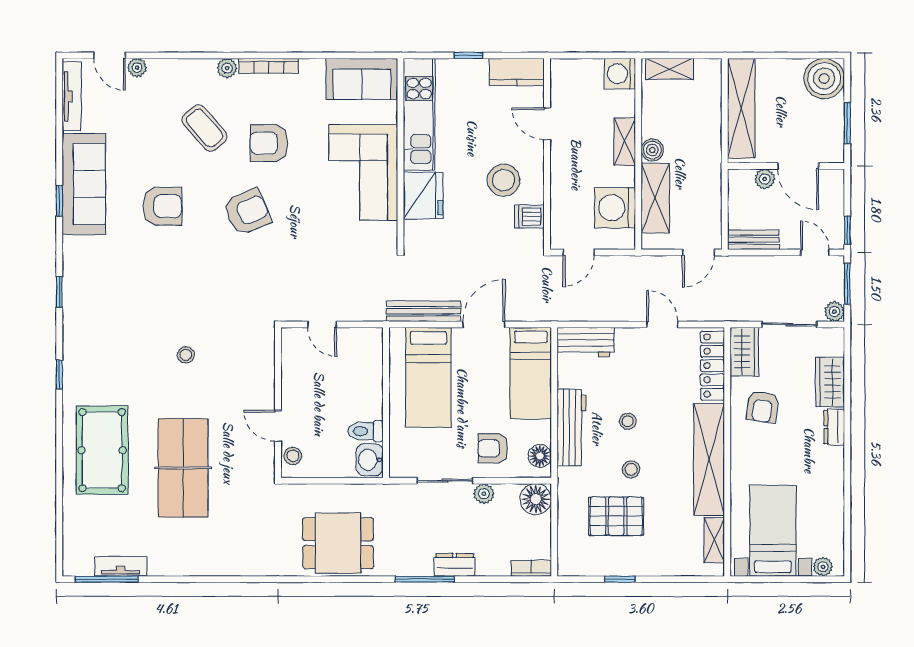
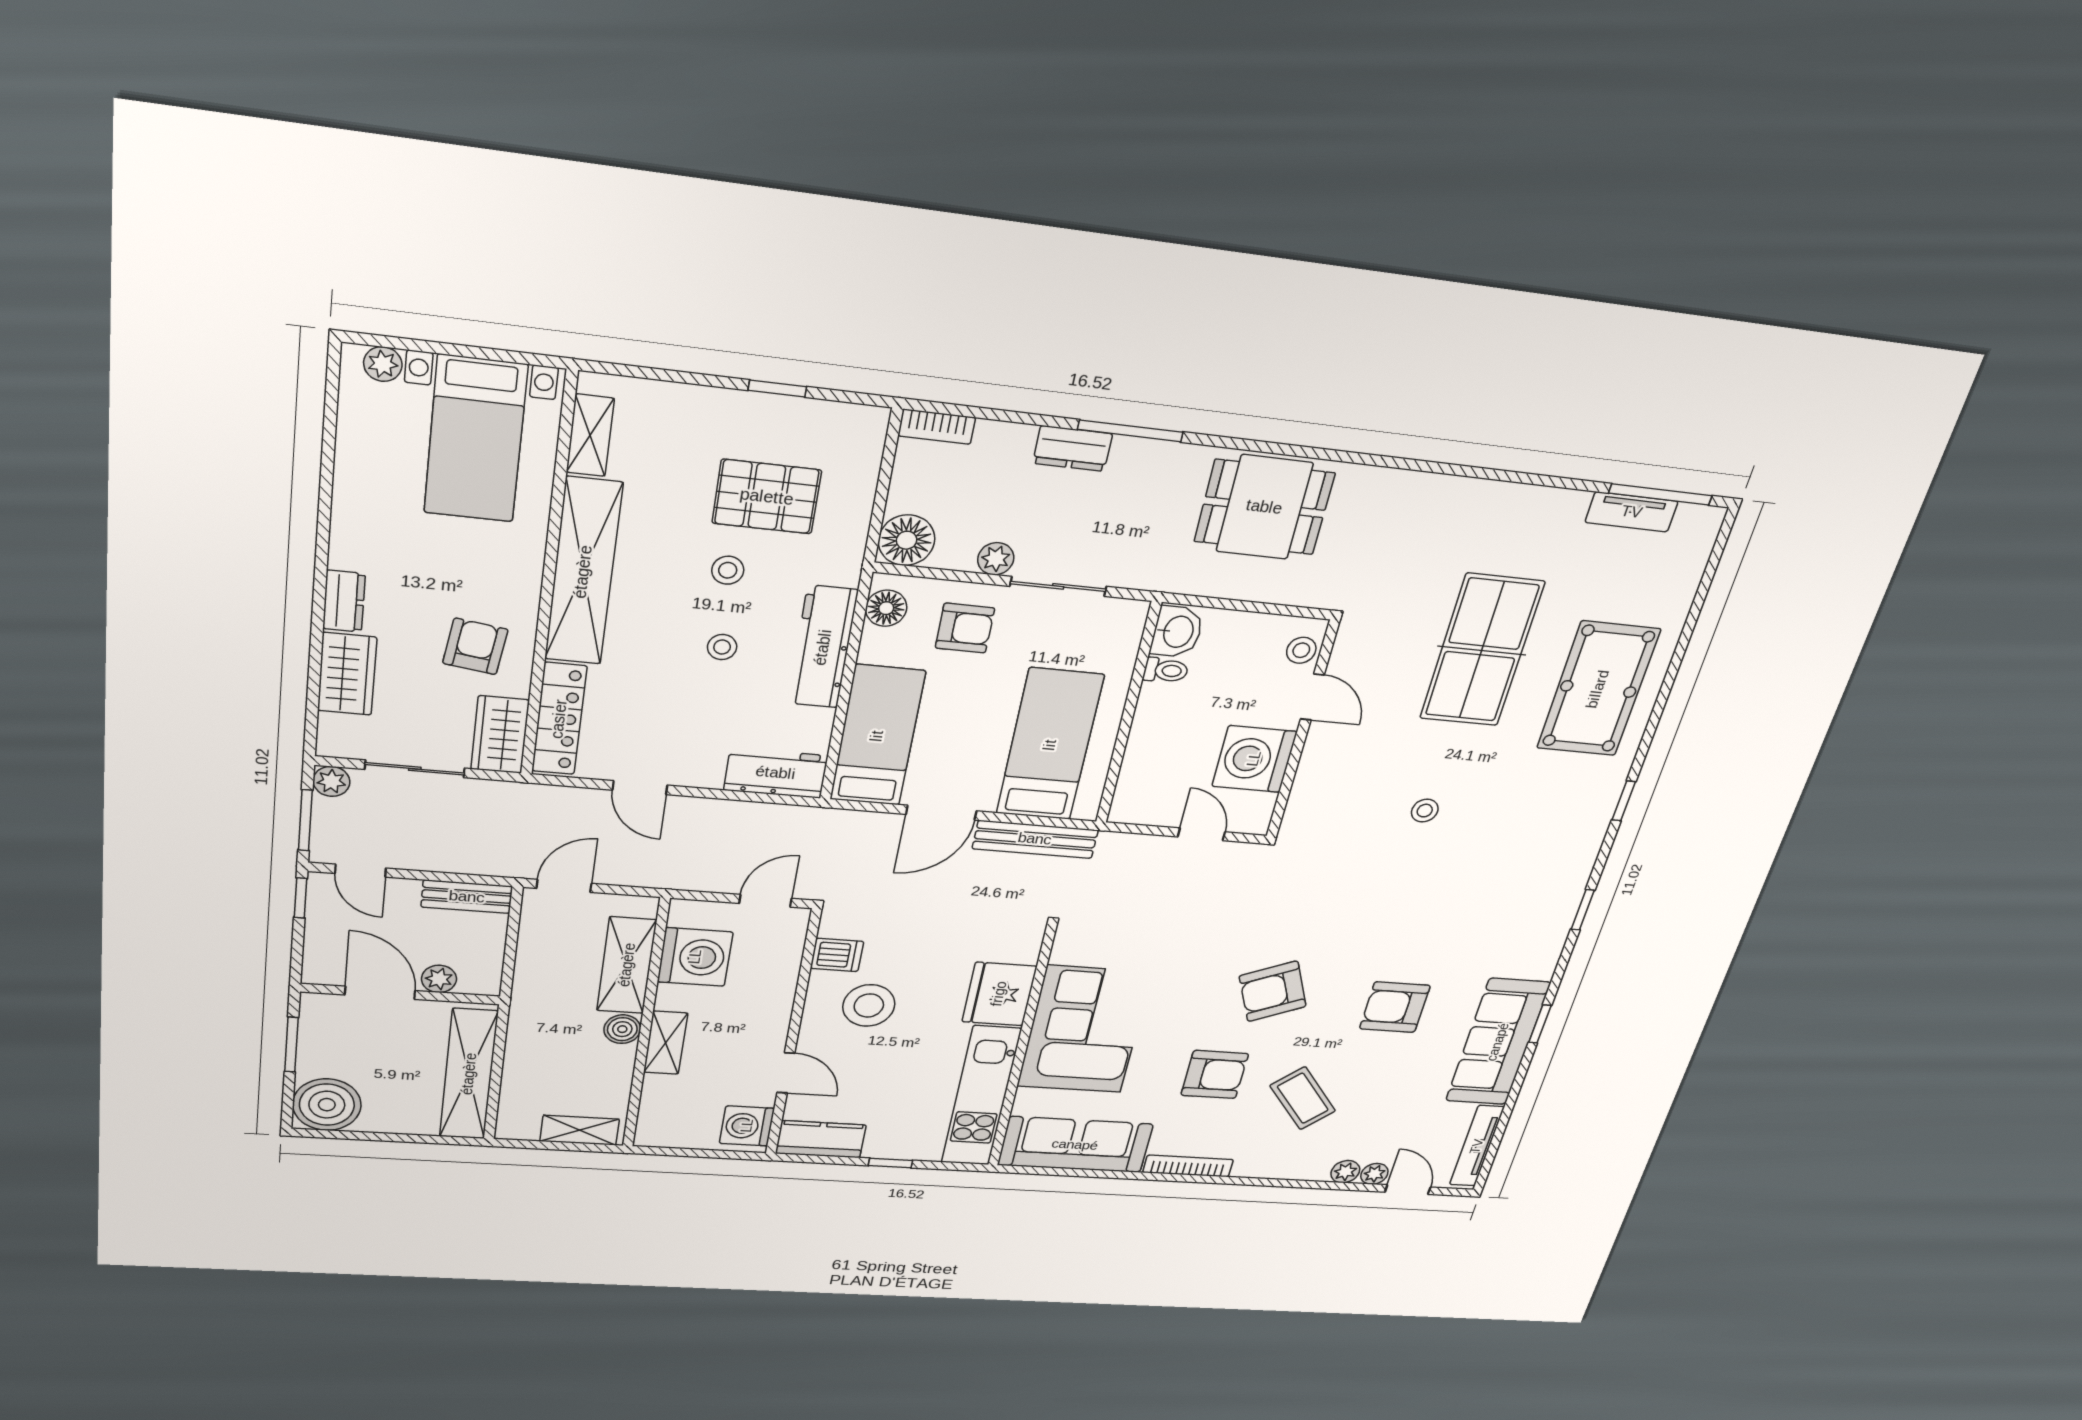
plant: (227, 68) -> (1345, 1172), moved
washing machine: (620, 74) -> (747, 1126), moved, turned 180
sofa: (362, 79) -> (1075, 1145), width x1.36
washing machine: (302, 380) -> (1254, 759), added
toilet: (365, 431) -> (1166, 670), width x0.73, depth x0.72

